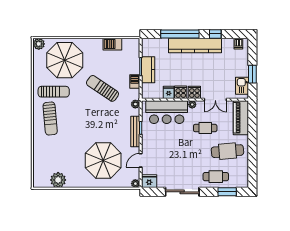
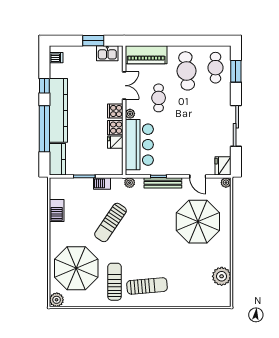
kitchen counter: (148, 70) -> (57, 159), moved, turned 90
cafe table: (216, 177) -> (215, 68), moved

